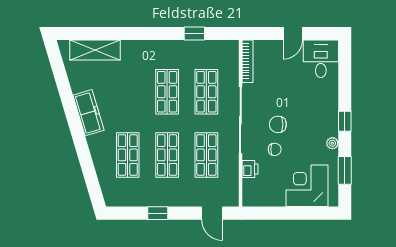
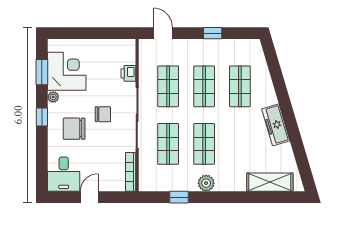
plant: (165, 49) -> (206, 183), added
chair: (275, 149) -> (74, 129), moved, width x1.87, depth x1.87
corner desk: (307, 186) -> (67, 71), moved, turned -90

